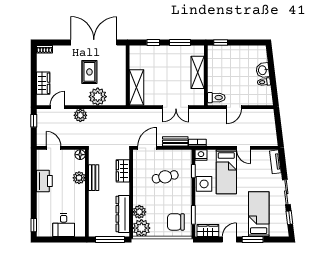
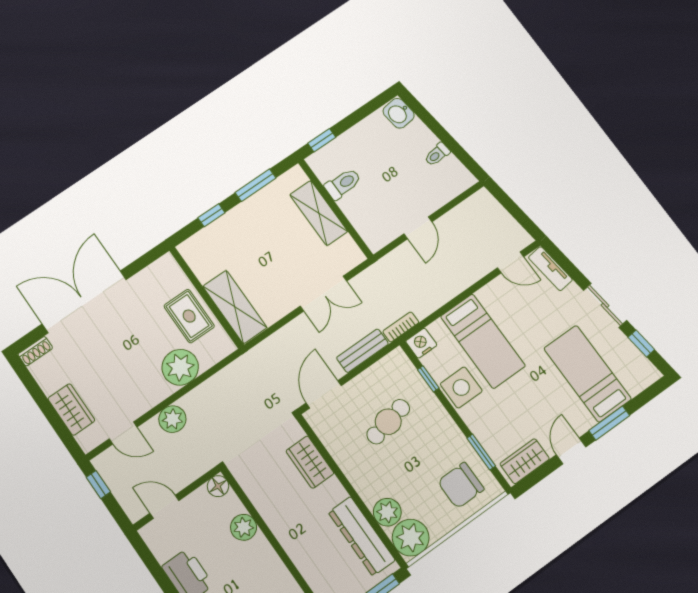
double door: (94, 43) -> (84, 302), moved
washbasin: (263, 70) -> (399, 113), moved
rug: (89, 72) -> (189, 316), moved
toilet: (216, 98) -> (343, 184), moved
door: (57, 107) -> (123, 433), swing flipped
door: (243, 148) -> (511, 262), moved
bench: (94, 178) -> (268, 509), removed

